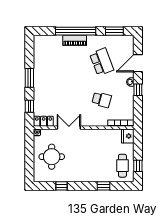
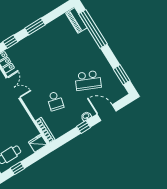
window: (76, 31) -> (93, 29), moved
piano: (75, 40) -> (76, 20), moved
school desk: (102, 62) -> (88, 80), turned 45

